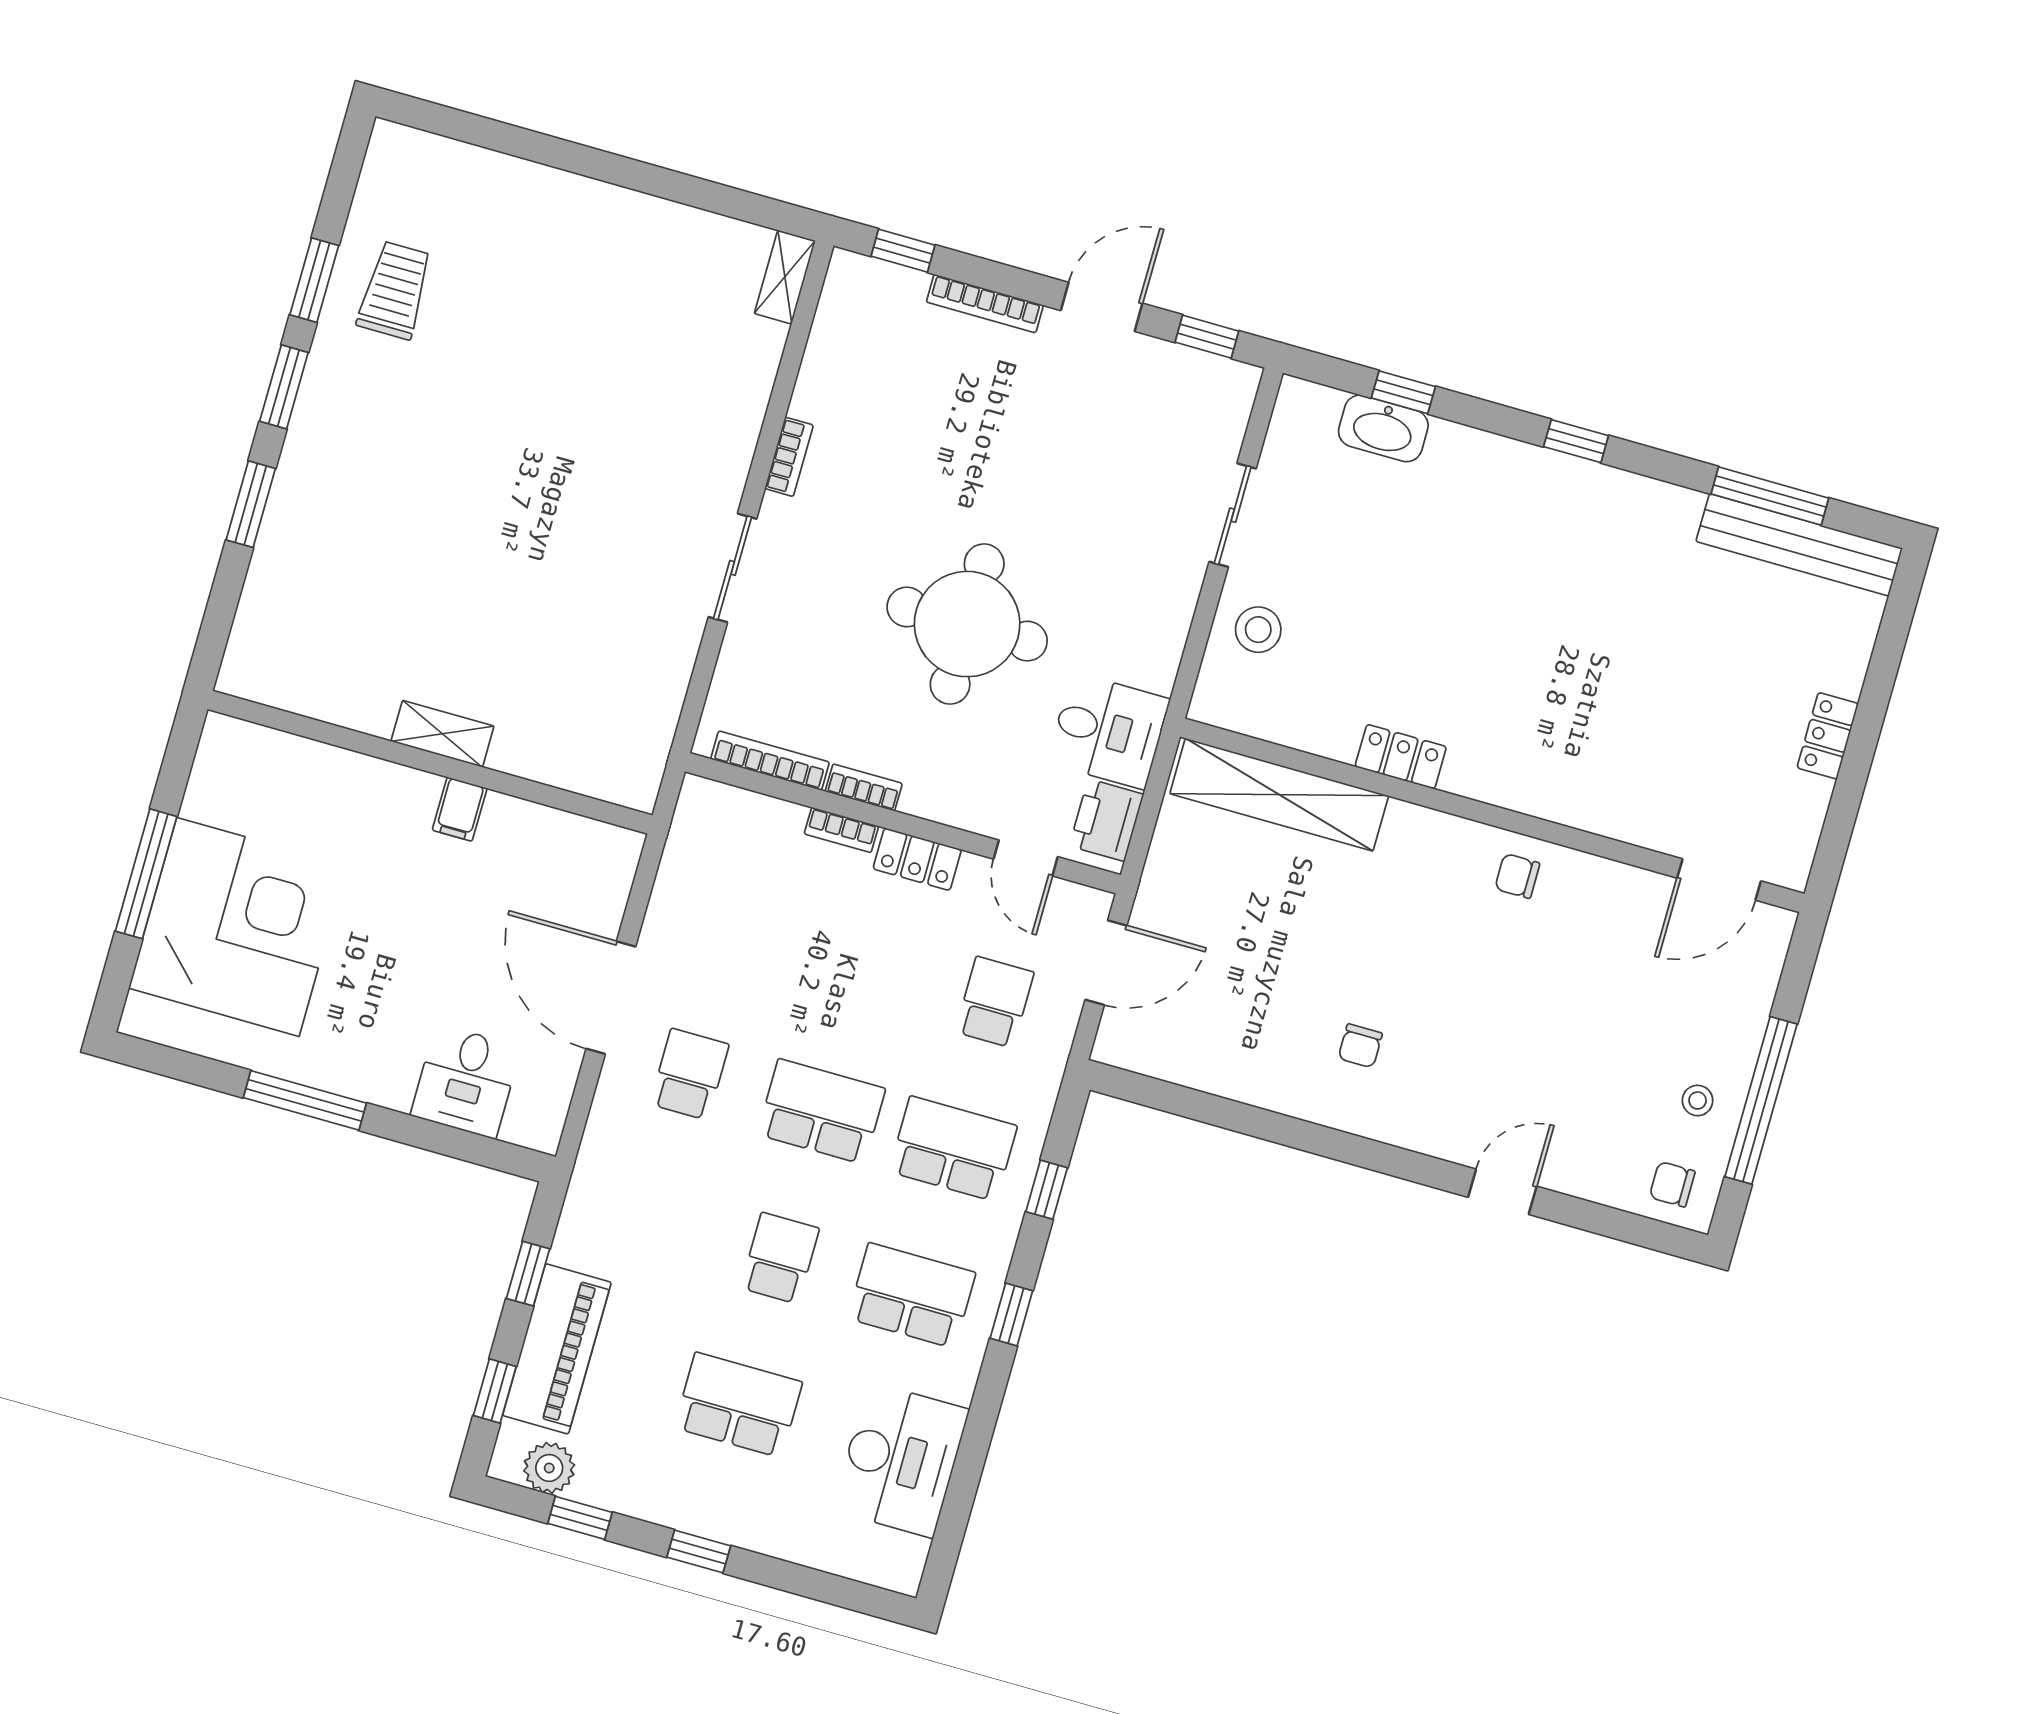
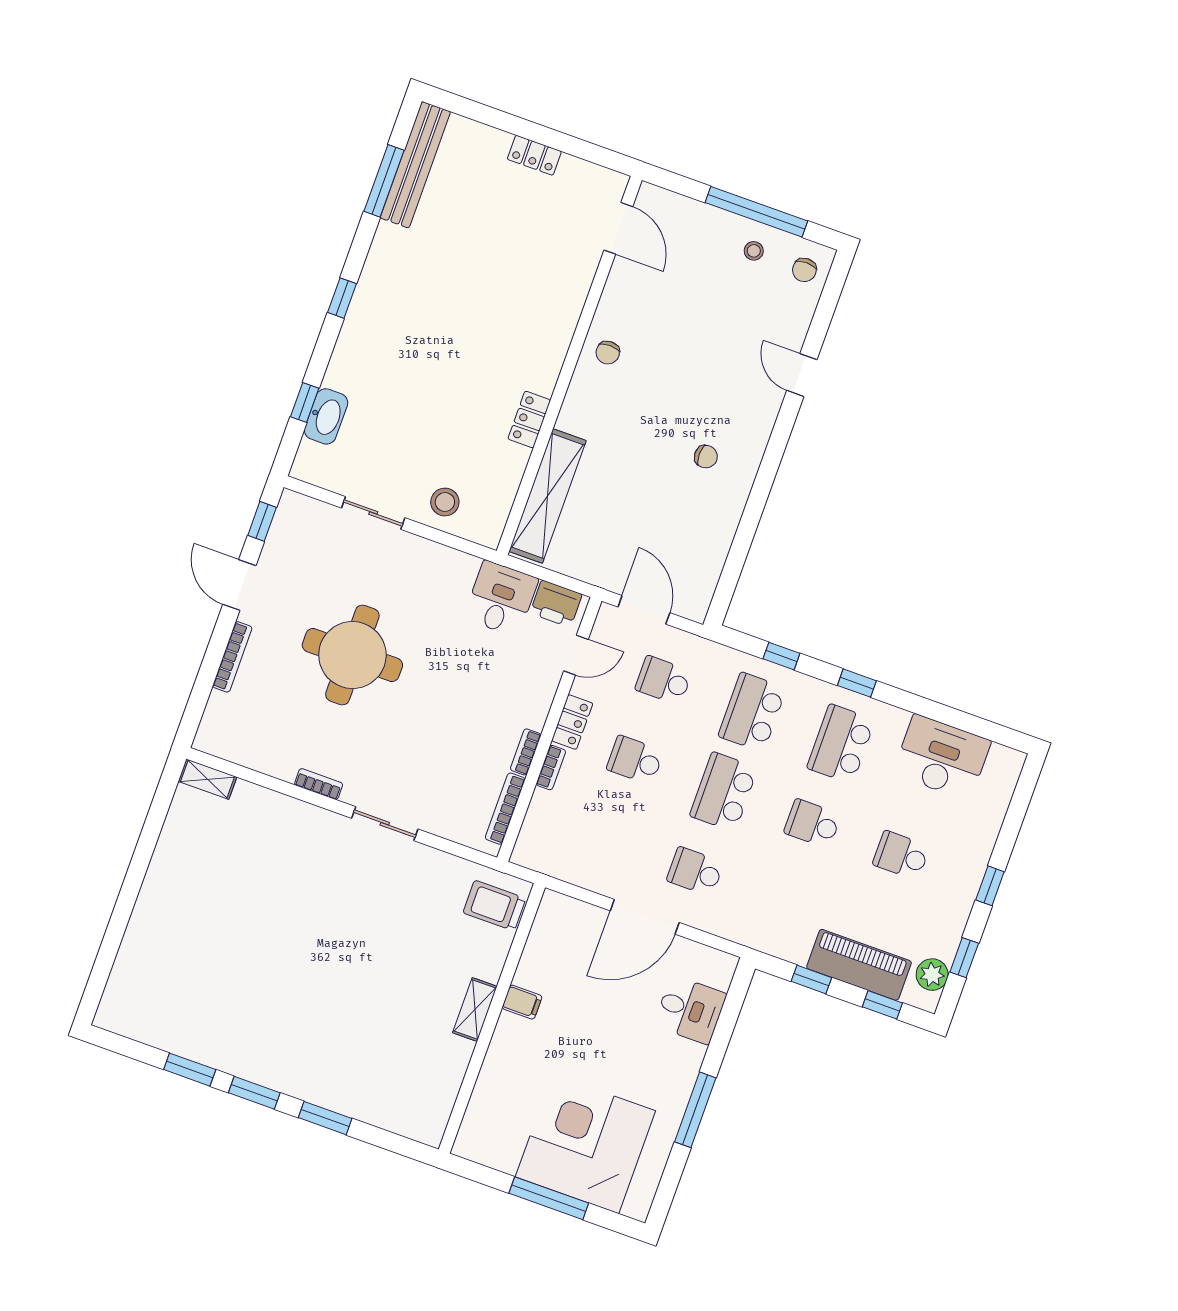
window: (903, 251) -> (196, 705), removed
trolley: (395, 290) -> (494, 906), moved
round table: (967, 624) -> (352, 655), moved
school desk: (863, 965) -> (635, 760), added
school desk: (738, 1405) -> (901, 855), width x0.54

